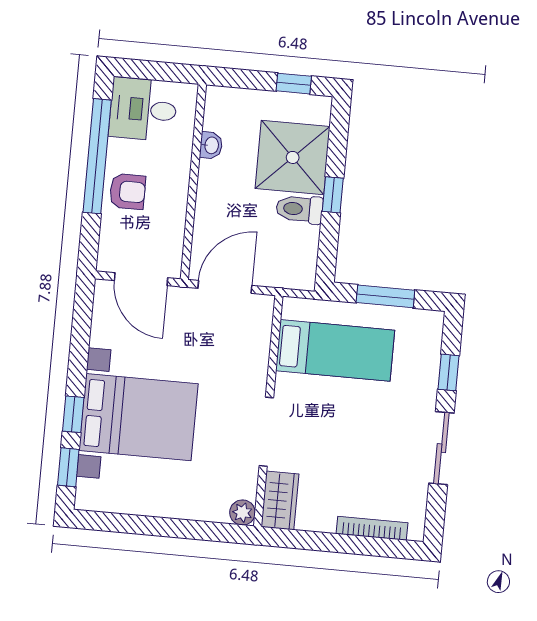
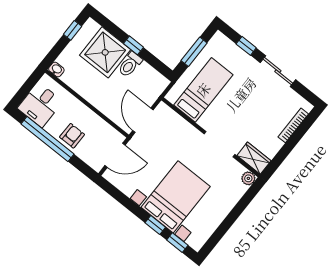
washbasin: (211, 145) -> (56, 70), moved

